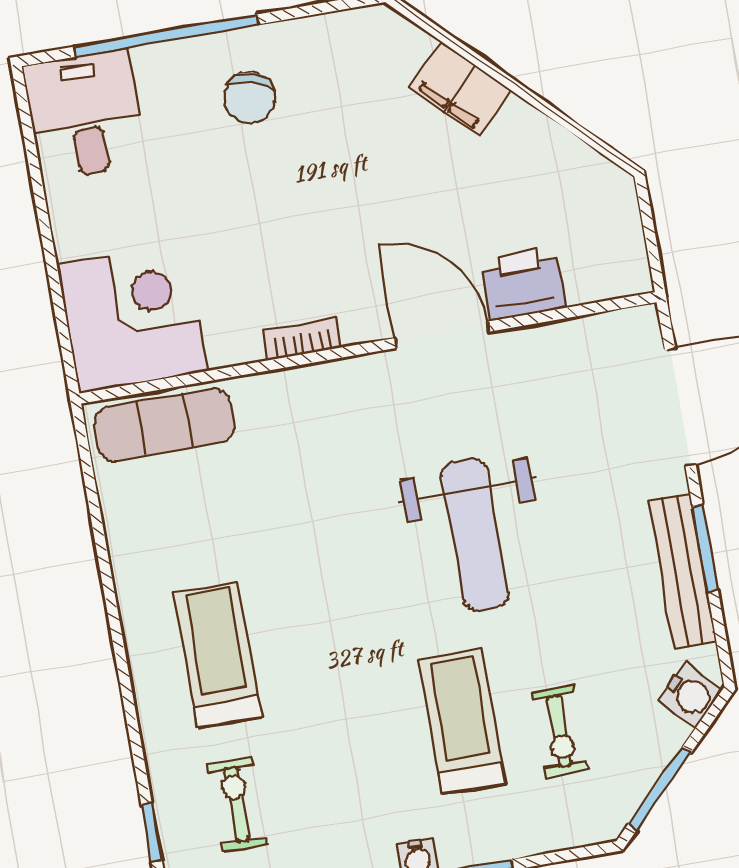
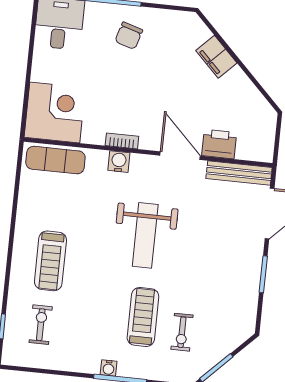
weight bench: (475, 535) -> (145, 235), moved
bench: (683, 571) -> (239, 173), moved, turned 90
treadmill: (218, 655) -> (50, 261), turned 180
water cooler: (690, 695) -> (119, 162), moved, turned -135

